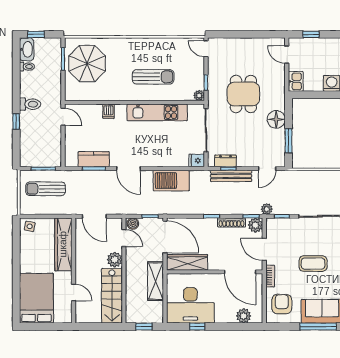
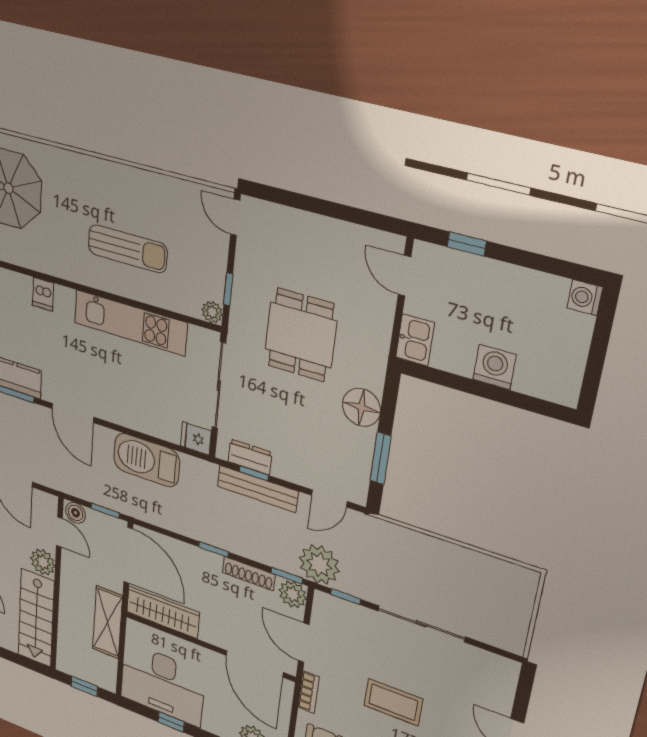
plant: (267, 209) -> (319, 565), width x1.88, depth x1.88

